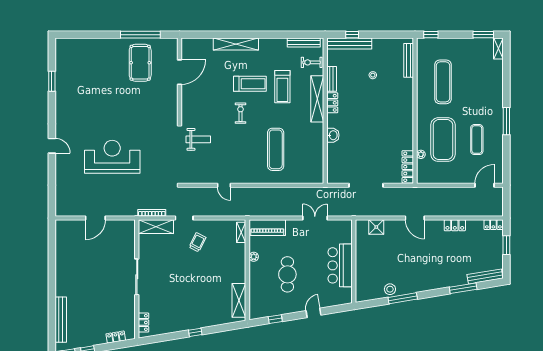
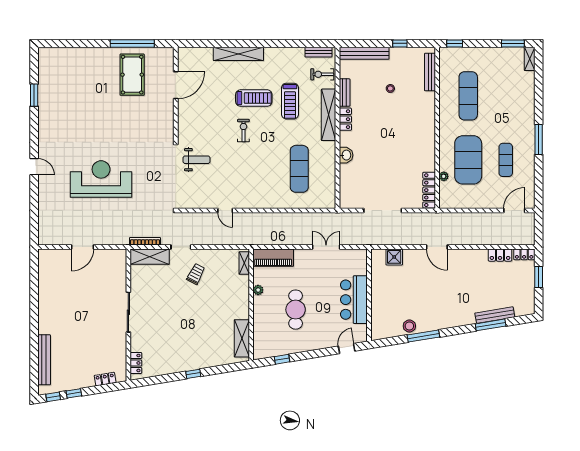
window: (352, 35) -> (400, 43), moved
bench: (304, 42) -> (318, 52), width x0.73
exercise mat: (276, 149) -> (299, 169), moved
locker: (455, 225) -> (500, 255), moved
bench: (485, 276) -> (495, 315), moved
door: (313, 313) -> (347, 349), moved

